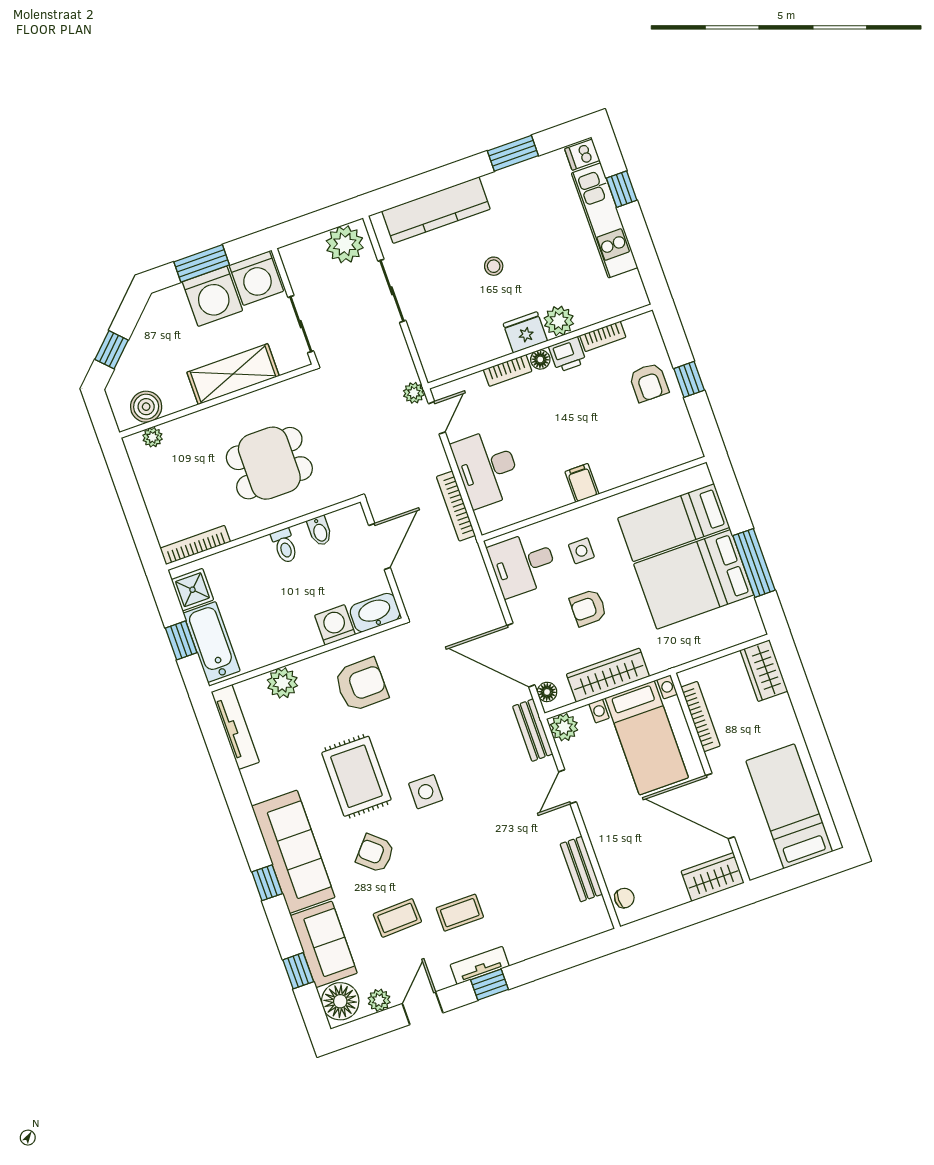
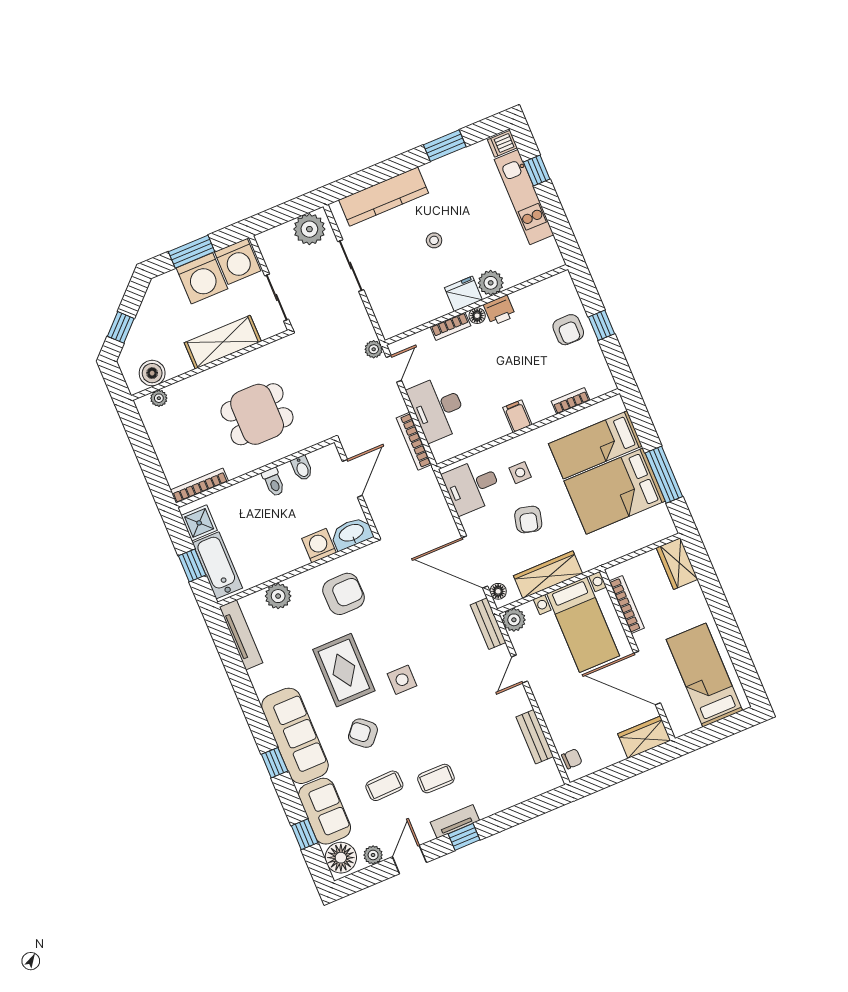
bookcase: (603, 336) -> (571, 401), moved, turned 180
armchair: (588, 608) -> (528, 520), turned -76

